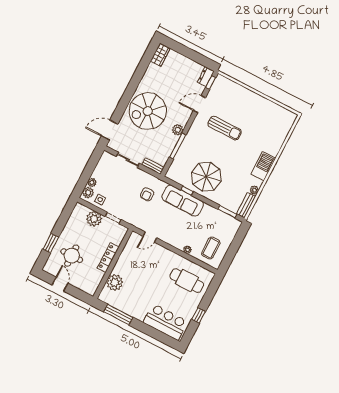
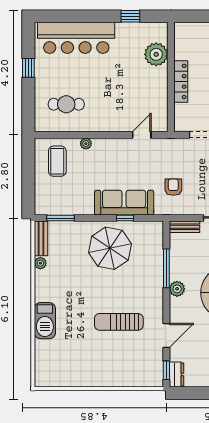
barbecue: (263, 166) -> (45, 321), moved
cafe table: (187, 281) -> (66, 104), width x0.73, depth x0.74
window: (118, 315) -> (130, 16), width x0.46
bar counter: (165, 322) -> (76, 38), width x1.36

